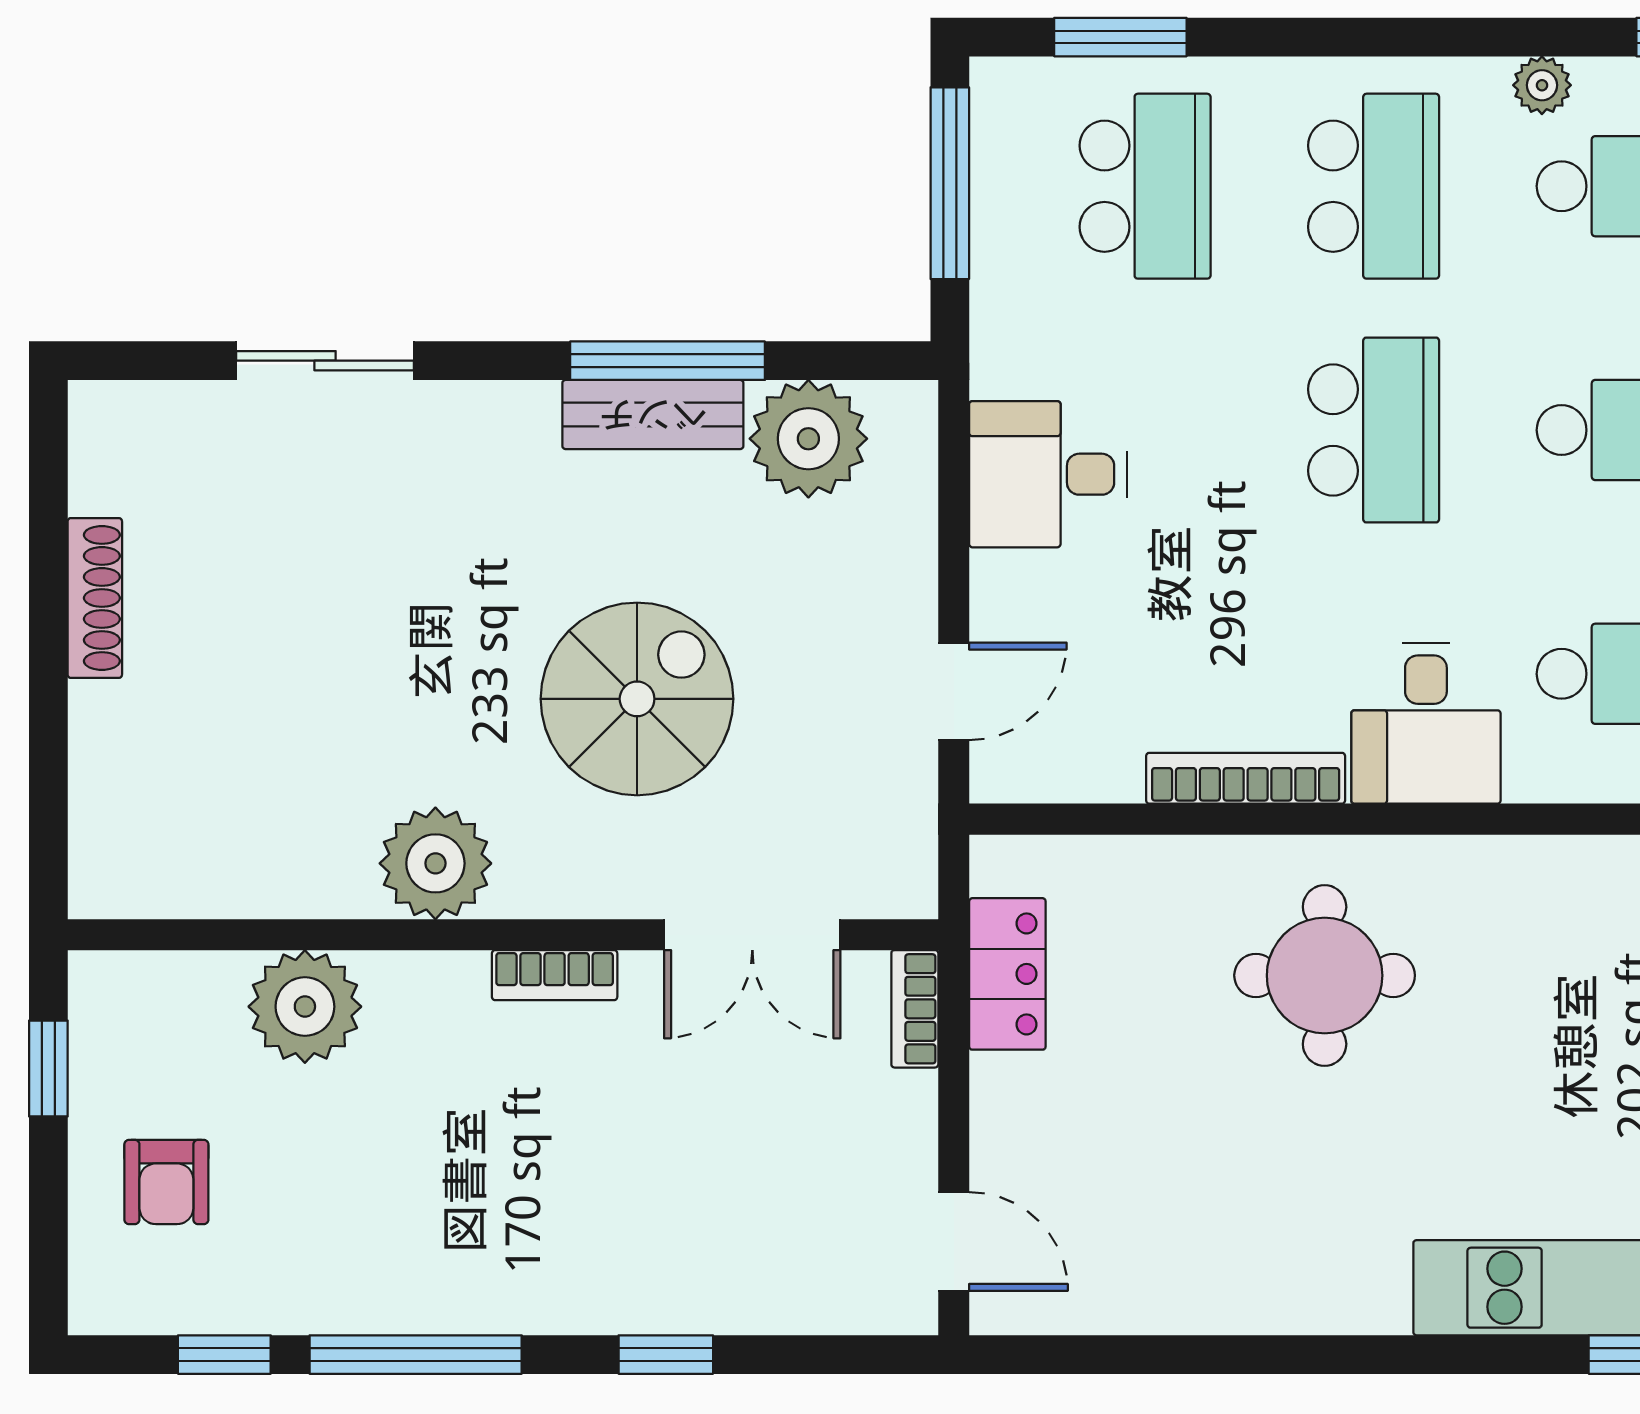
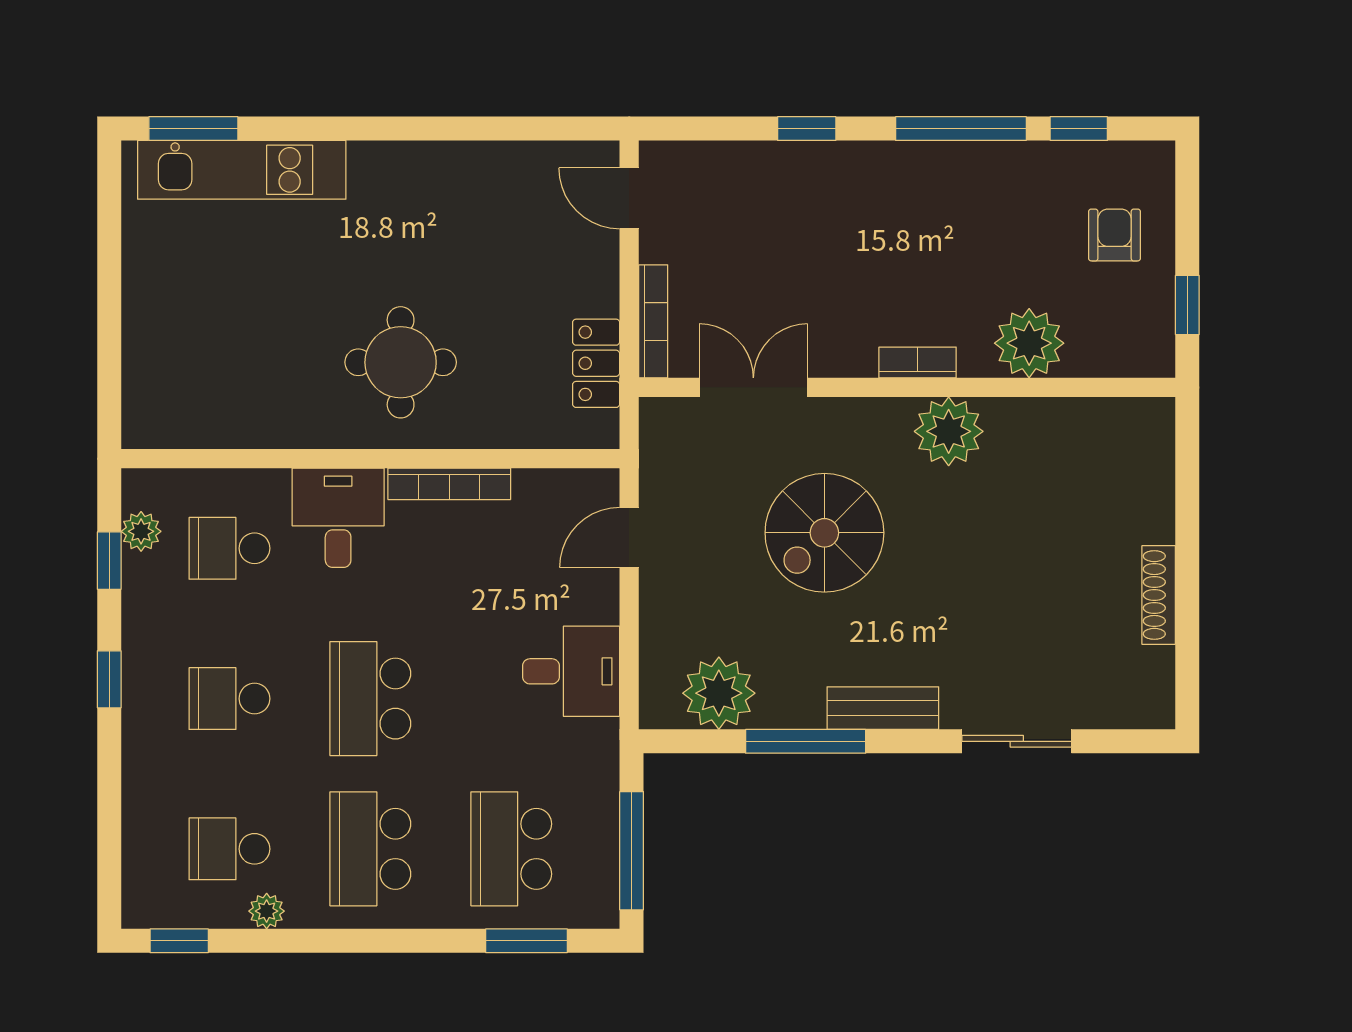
bench: (653, 415) -> (883, 708), moved
bookcase: (555, 975) -> (918, 363), moved
bookcase: (915, 1009) -> (653, 321), width x1.56

